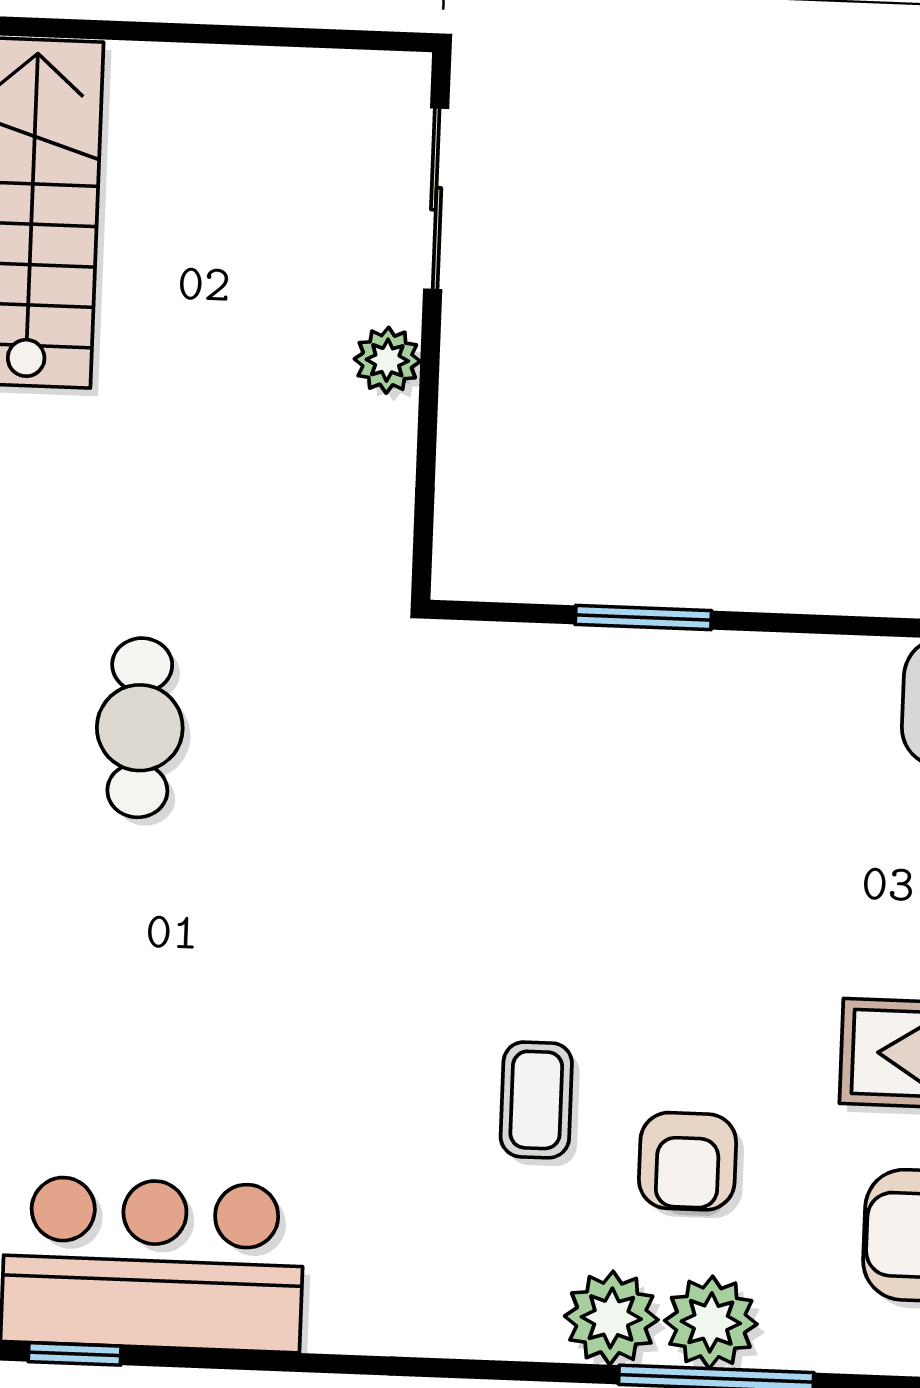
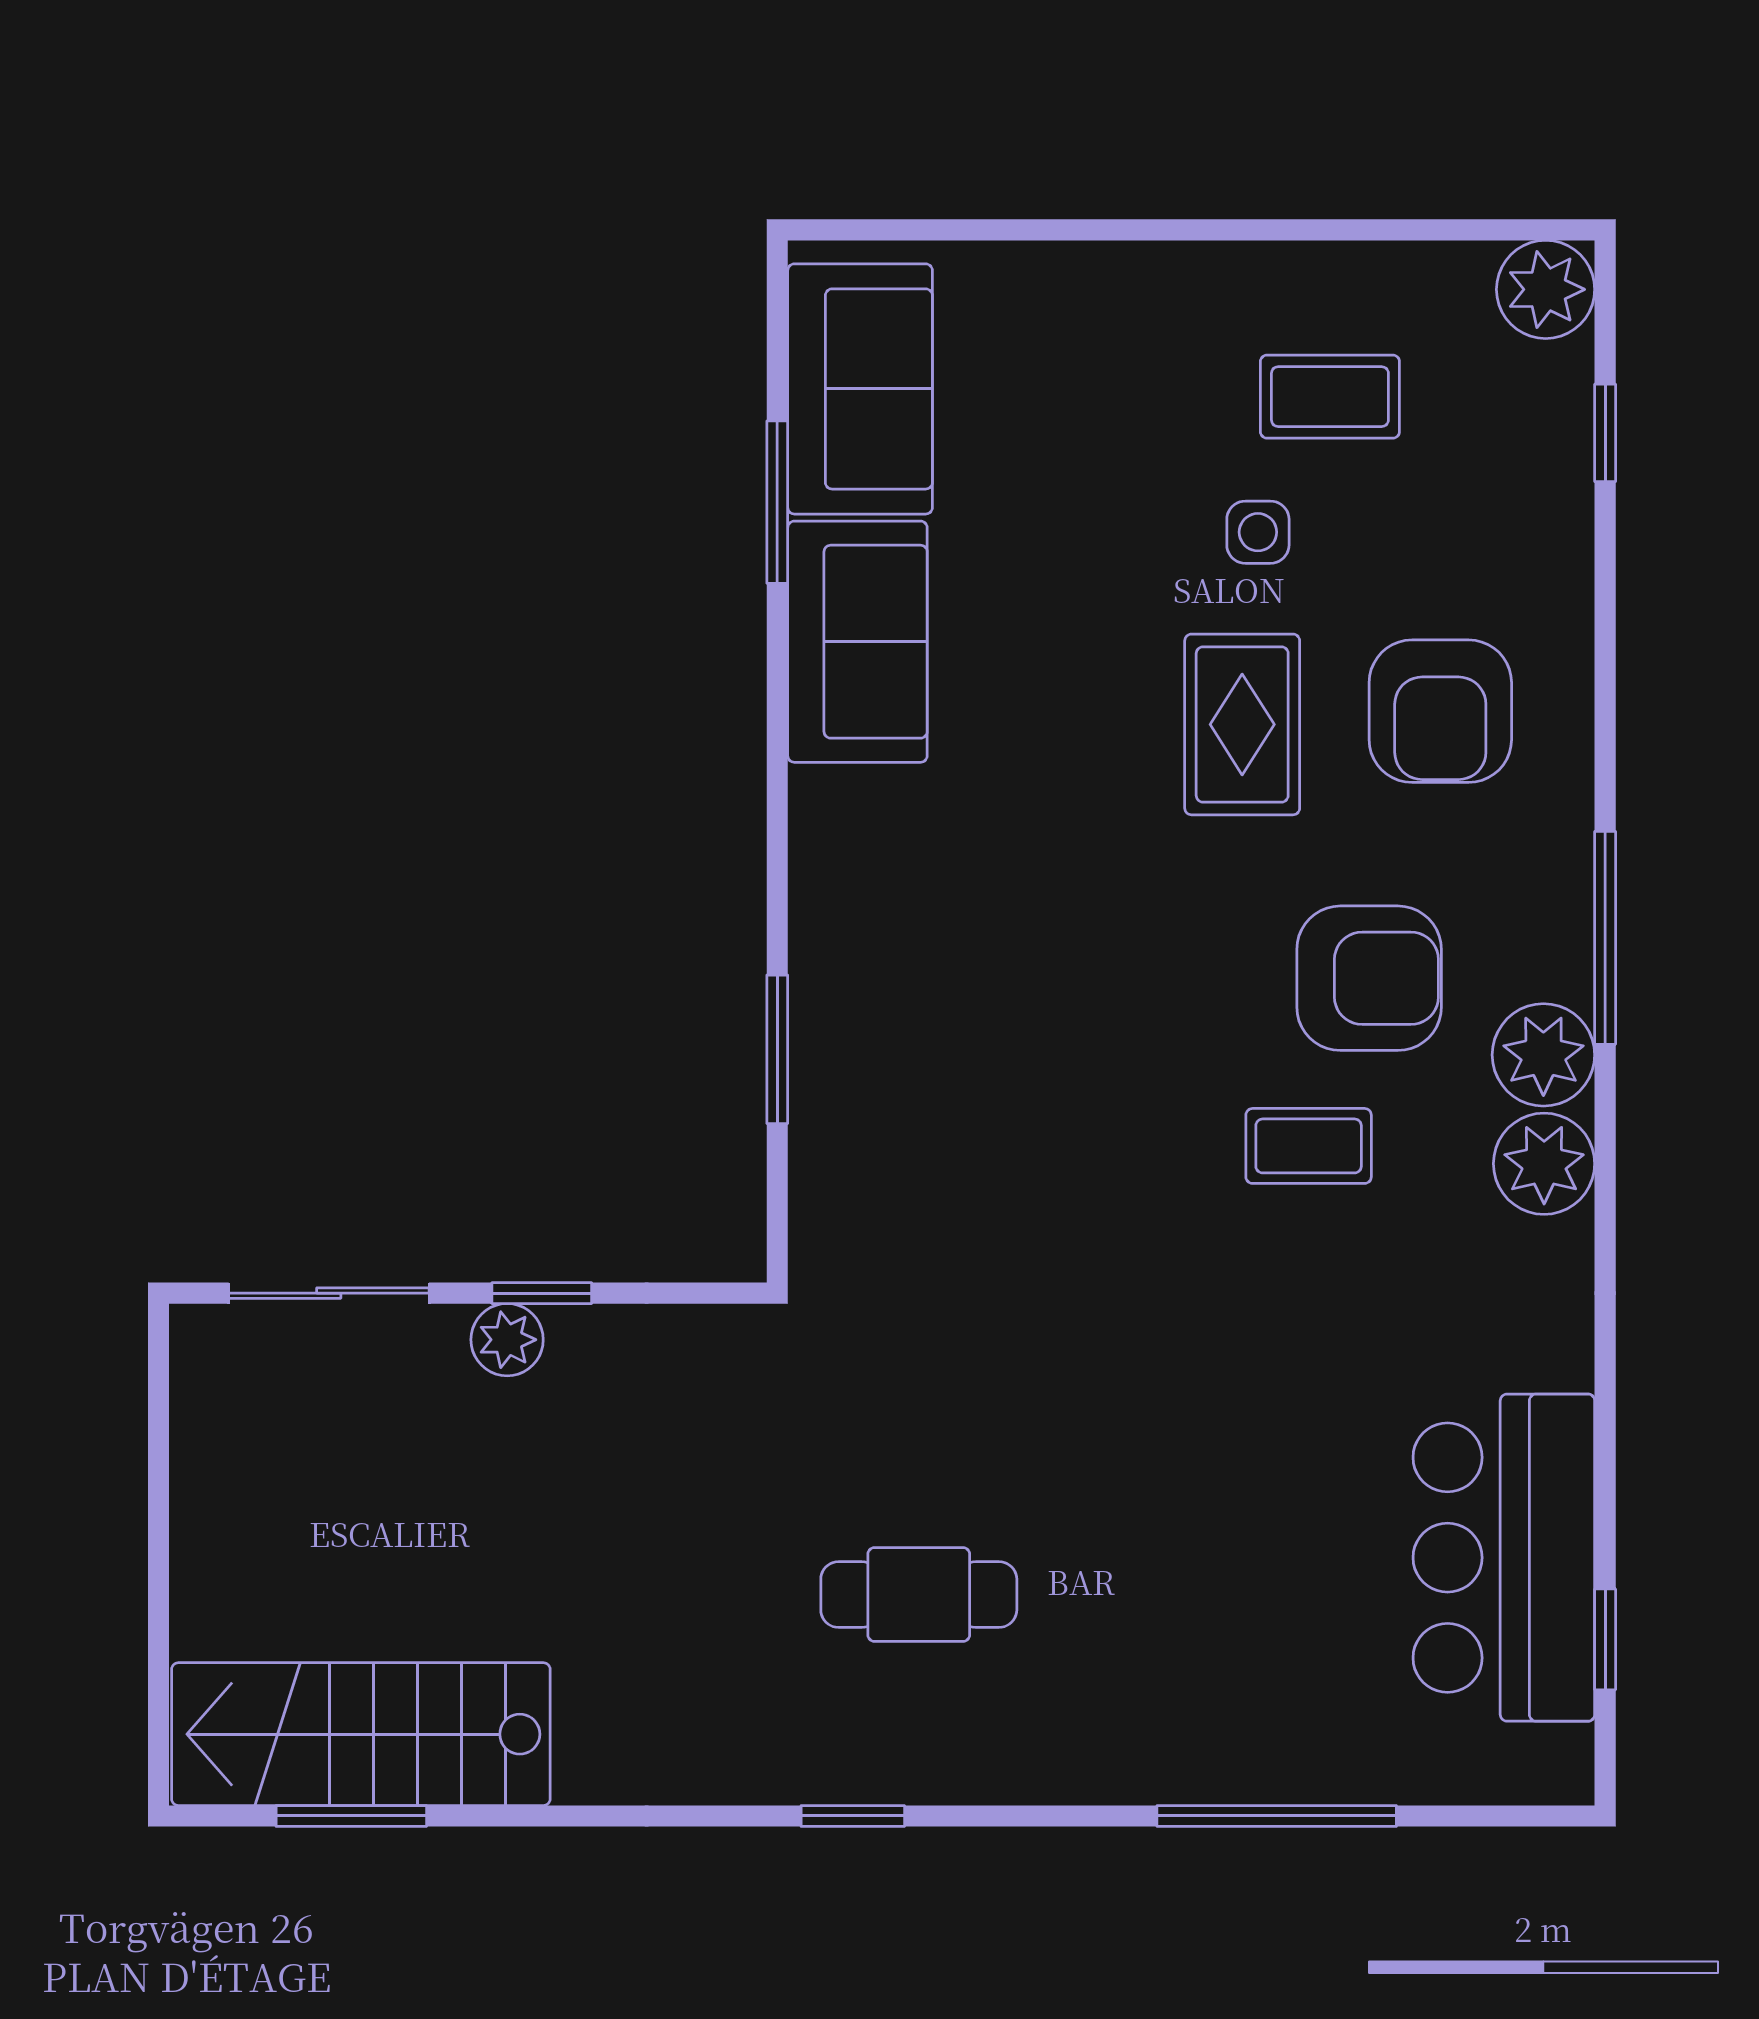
window: (429, 394) -> (542, 1293), added
armchair: (688, 1161) -> (1369, 978), width x1.38, depth x1.38
plant: (711, 1322) -> (1544, 1164), moved

